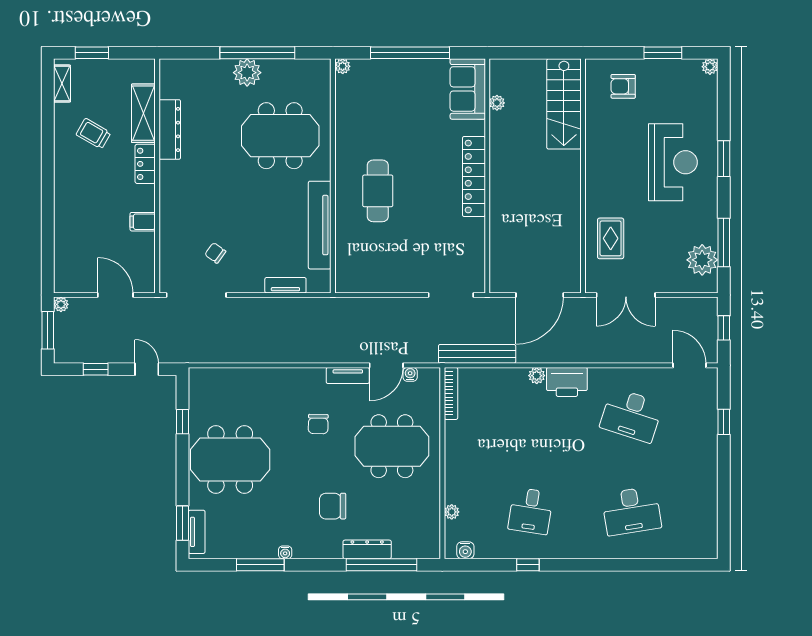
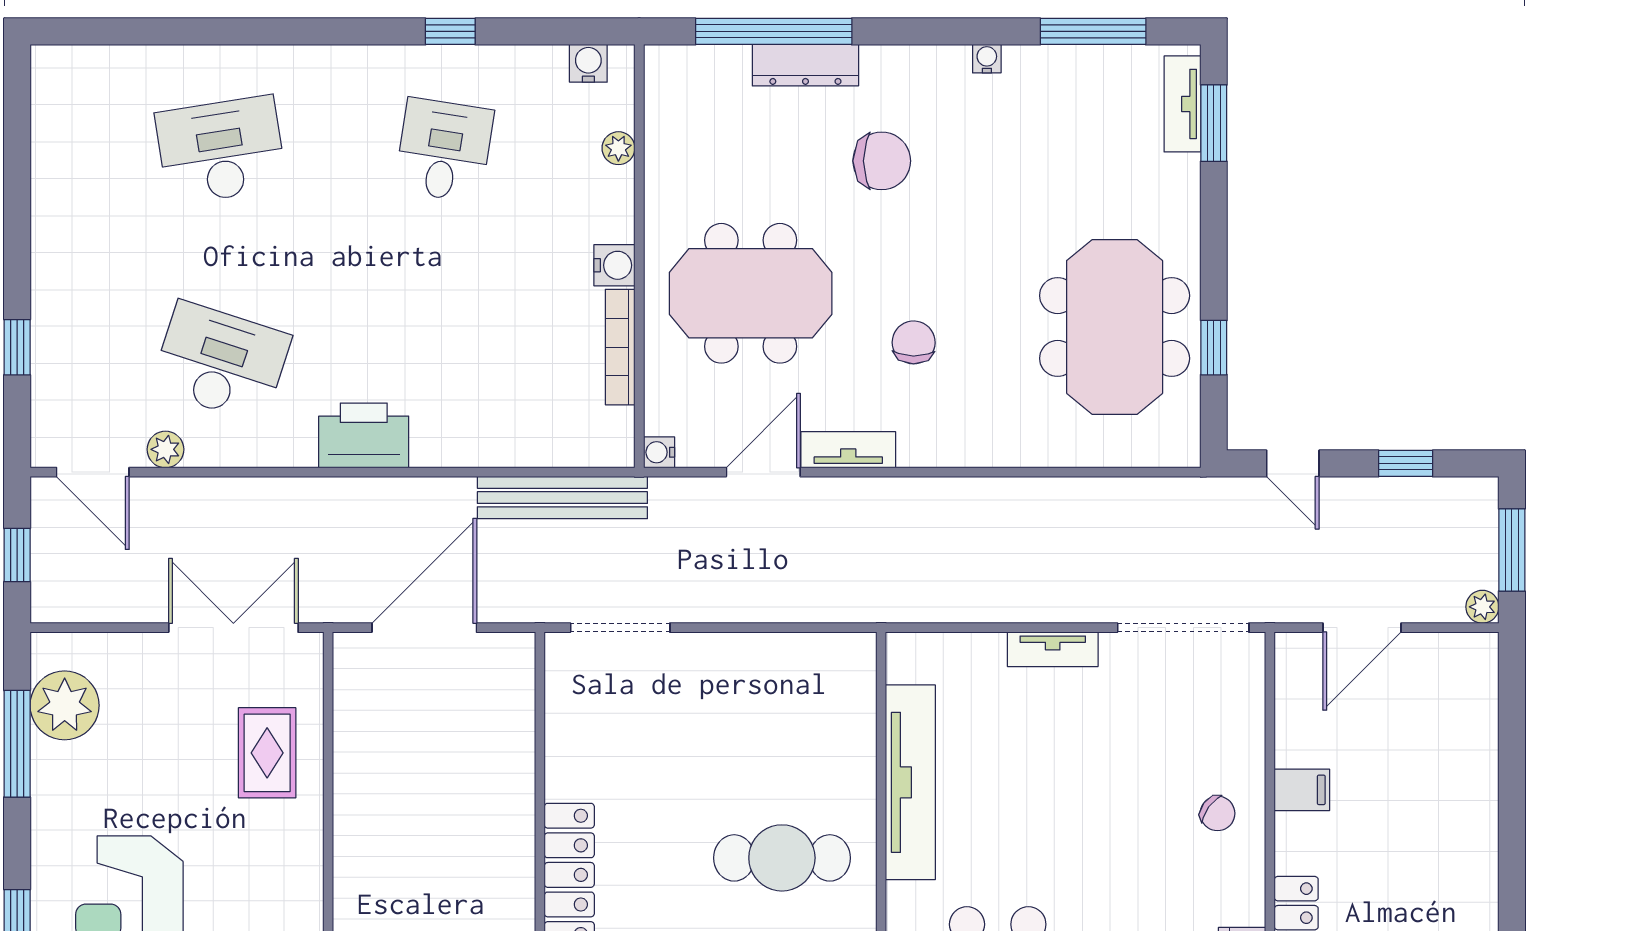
cafe table: (378, 191) -> (782, 858), turned 90
chair: (215, 253) -> (1218, 813), moved
tv unit: (285, 285) -> (1053, 649), moved
door: (115, 295) -> (1362, 628), hinge flipped
water cooler: (410, 374) -> (659, 452), moved, turned 90
plant: (537, 376) -> (165, 449), moved
bookcase: (451, 393) -> (620, 347), moved
meeting table: (230, 459) -> (1115, 327), moved, turned 90
water cooler: (454, 459) -> (614, 265), added
window: (260, 565) -> (1093, 31), moved

